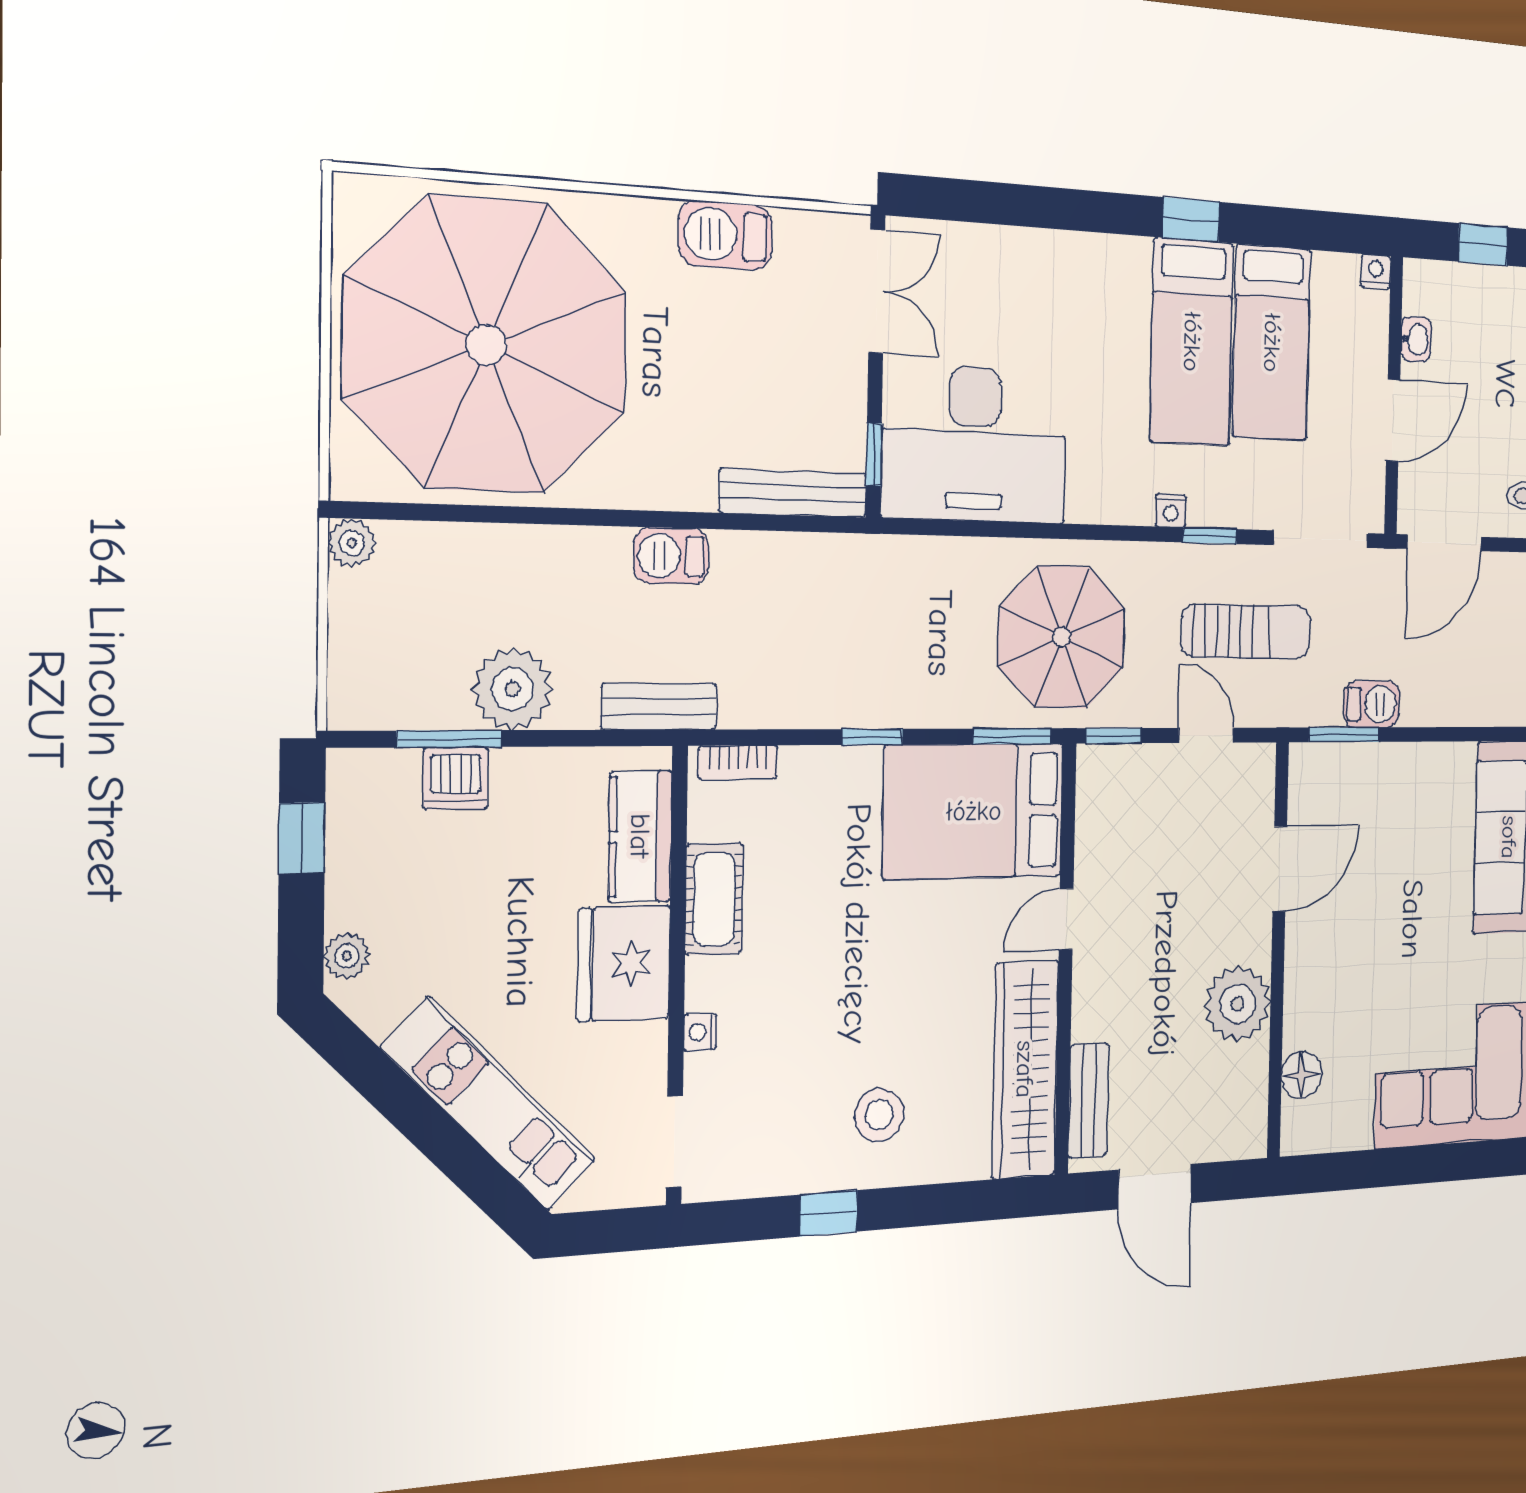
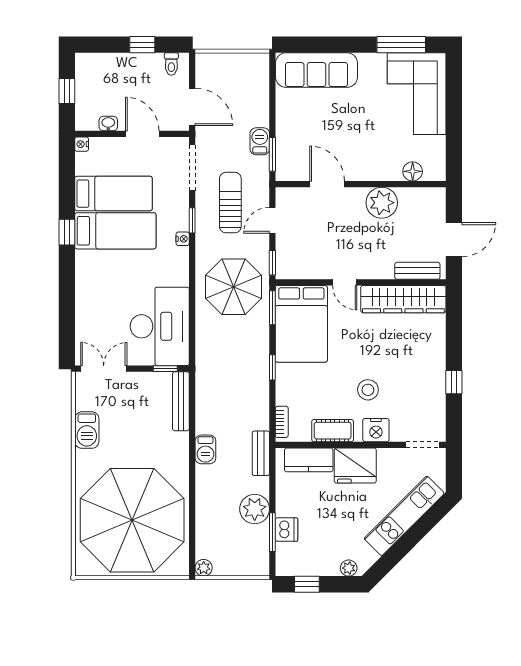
nightstand: (700, 1032) -> (376, 430), width x1.89, depth x1.79
stool: (879, 1115) -> (368, 390), moved

